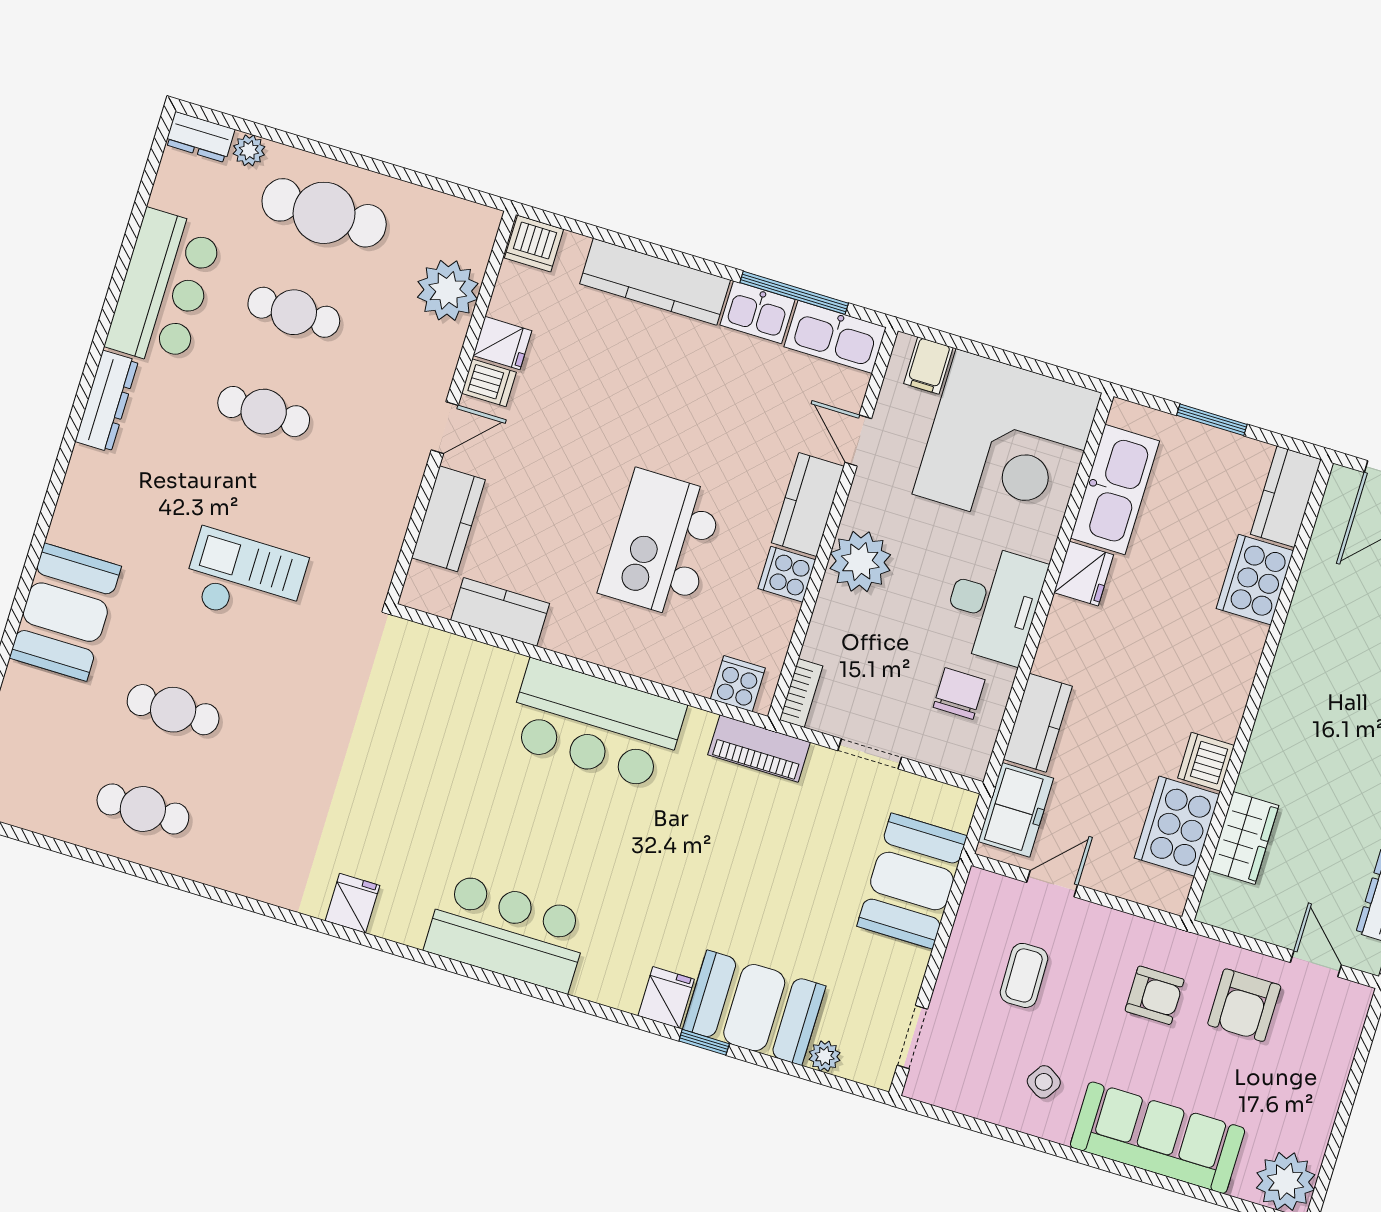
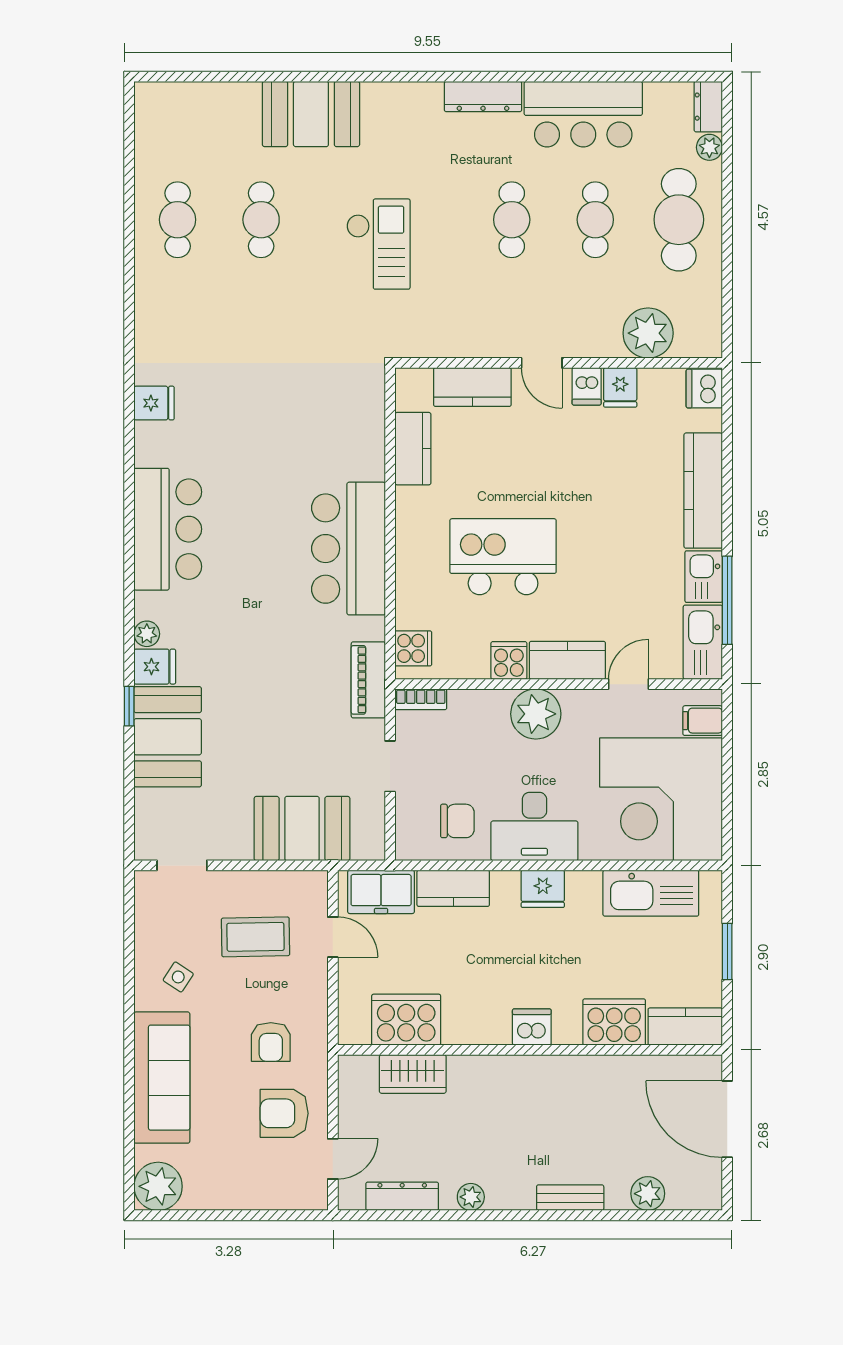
fridge: (1084, 574) -> (543, 889), moved
dishwasher: (1206, 762) -> (532, 1027), moved
coffee table: (1024, 975) -> (255, 937), width x1.36, depth x1.30
plant: (825, 1056) -> (147, 634), moved

